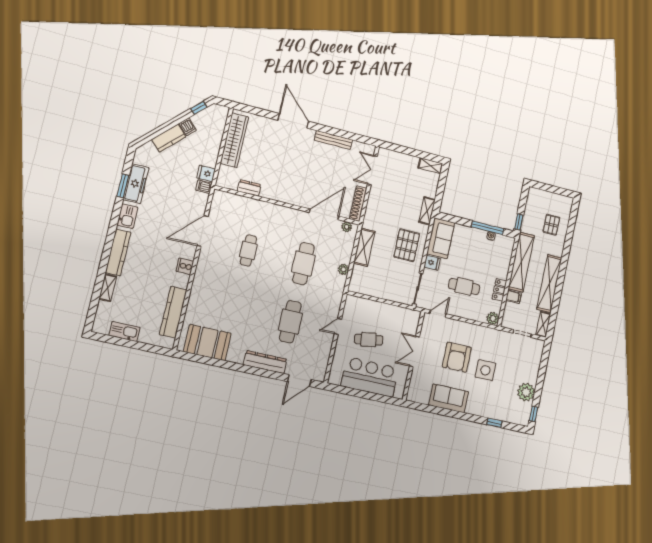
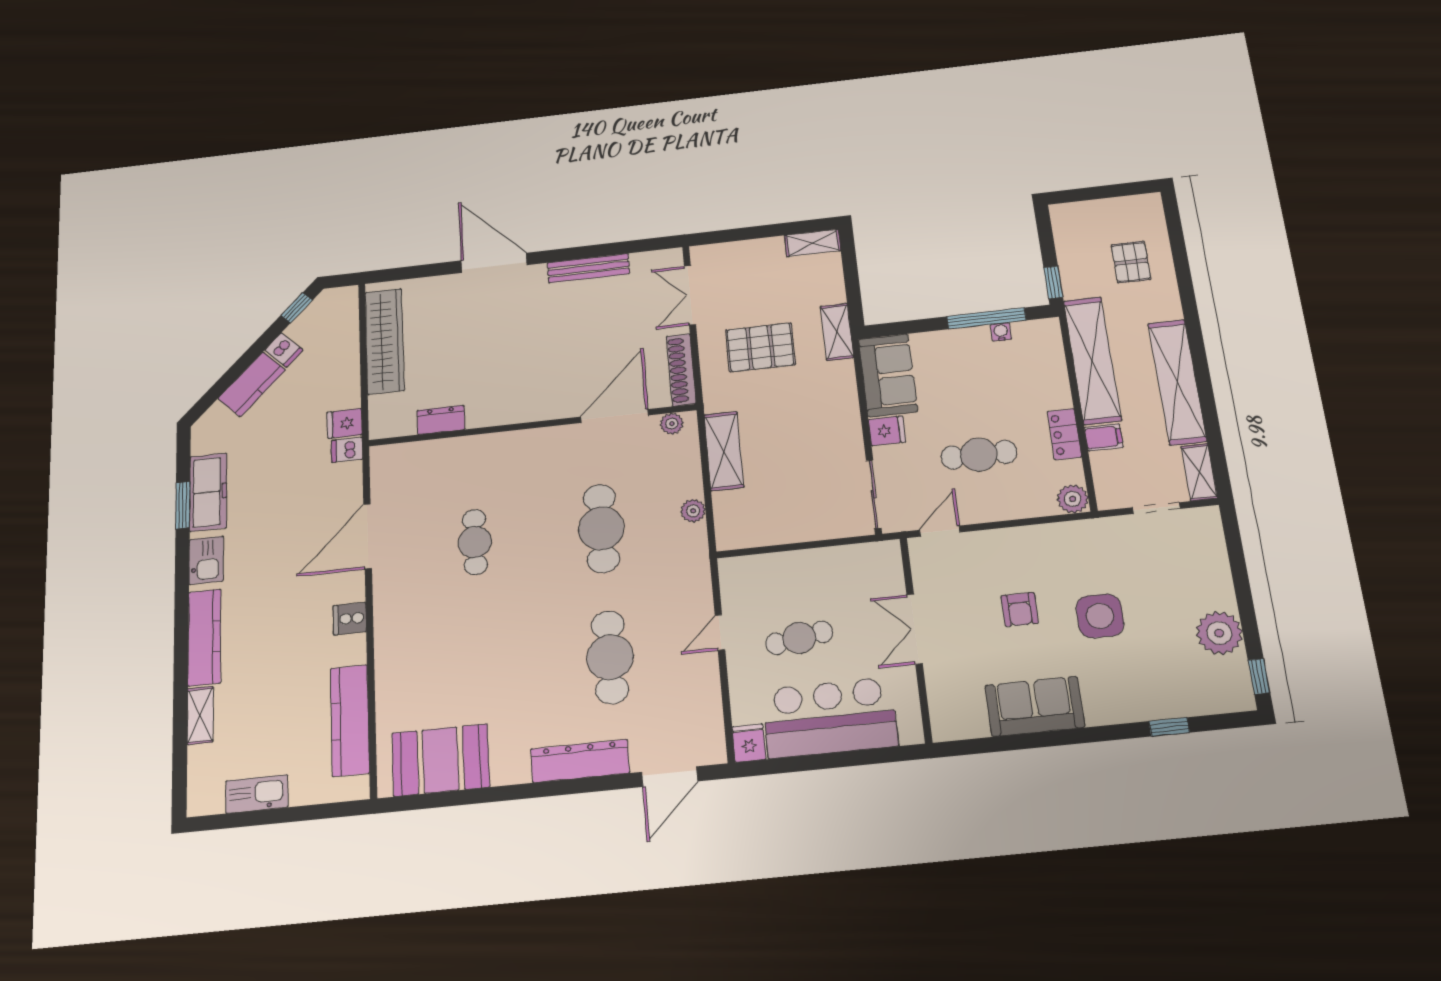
pallet: (407, 245) -> (760, 347), moved, turned 90
armchair: (457, 357) -> (1020, 609), width x0.53, depth x0.53
fridge: (335, 377) -> (749, 743), added

